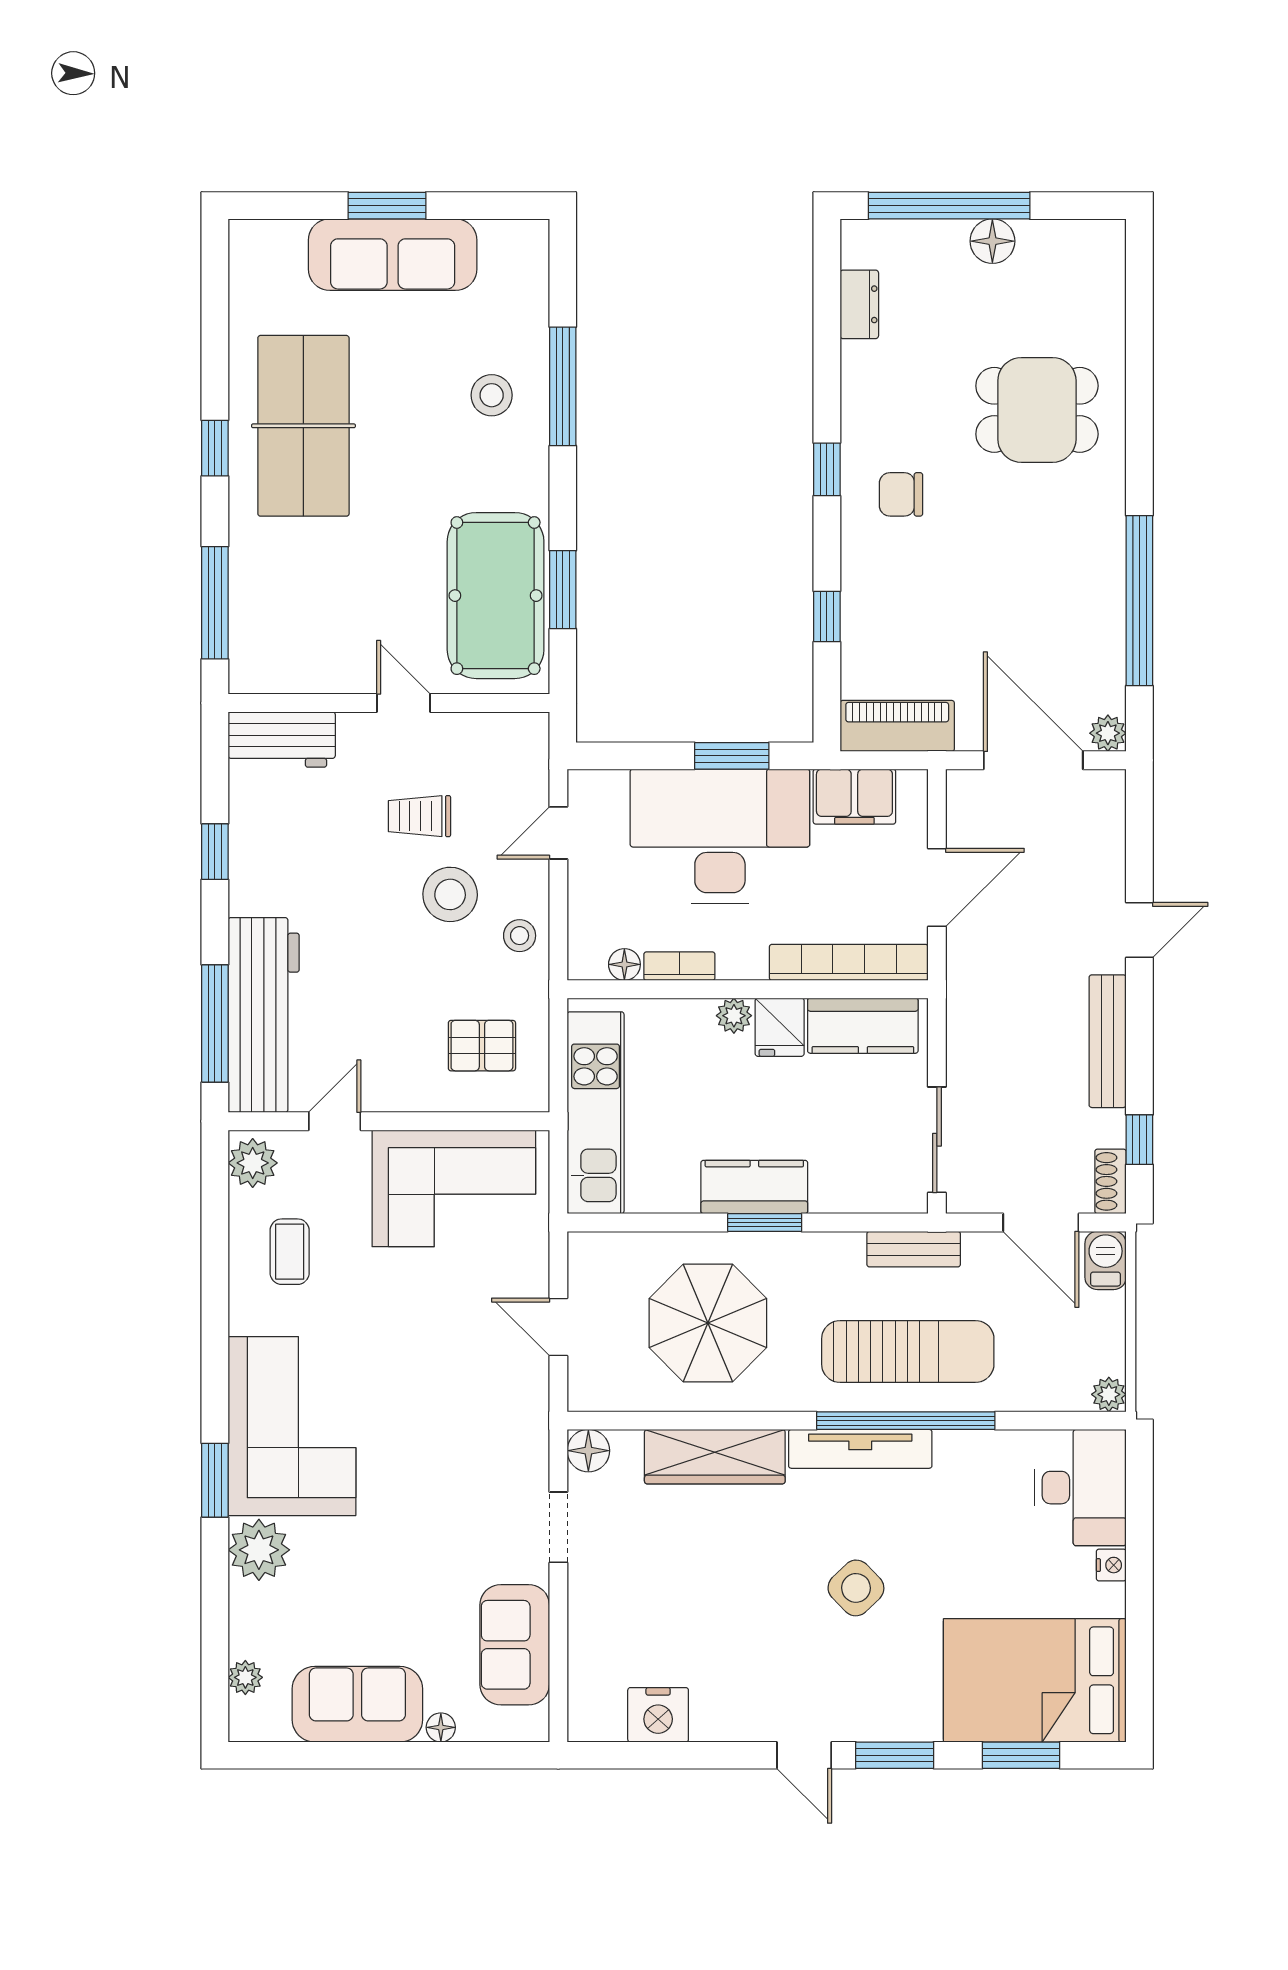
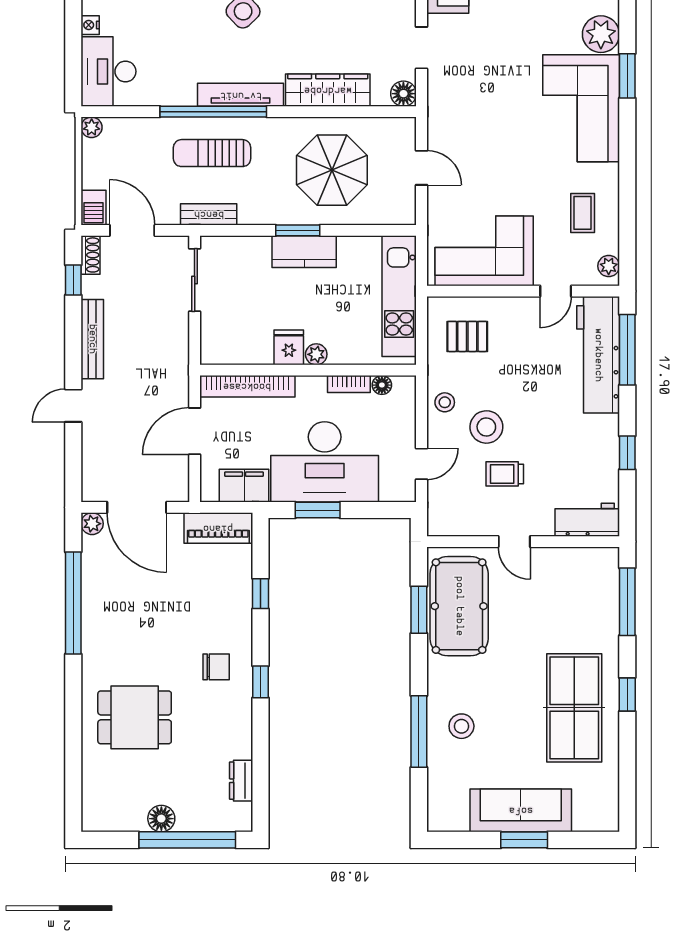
trolley: (419, 816) -> (505, 474), turned 180
kitchen counter: (863, 1026) -> (239, 348), removed
plant: (253, 1163) -> (609, 266), width x0.73, depth x0.73
sun lounger: (908, 1351) -> (212, 153), width x0.73, depth x0.75

